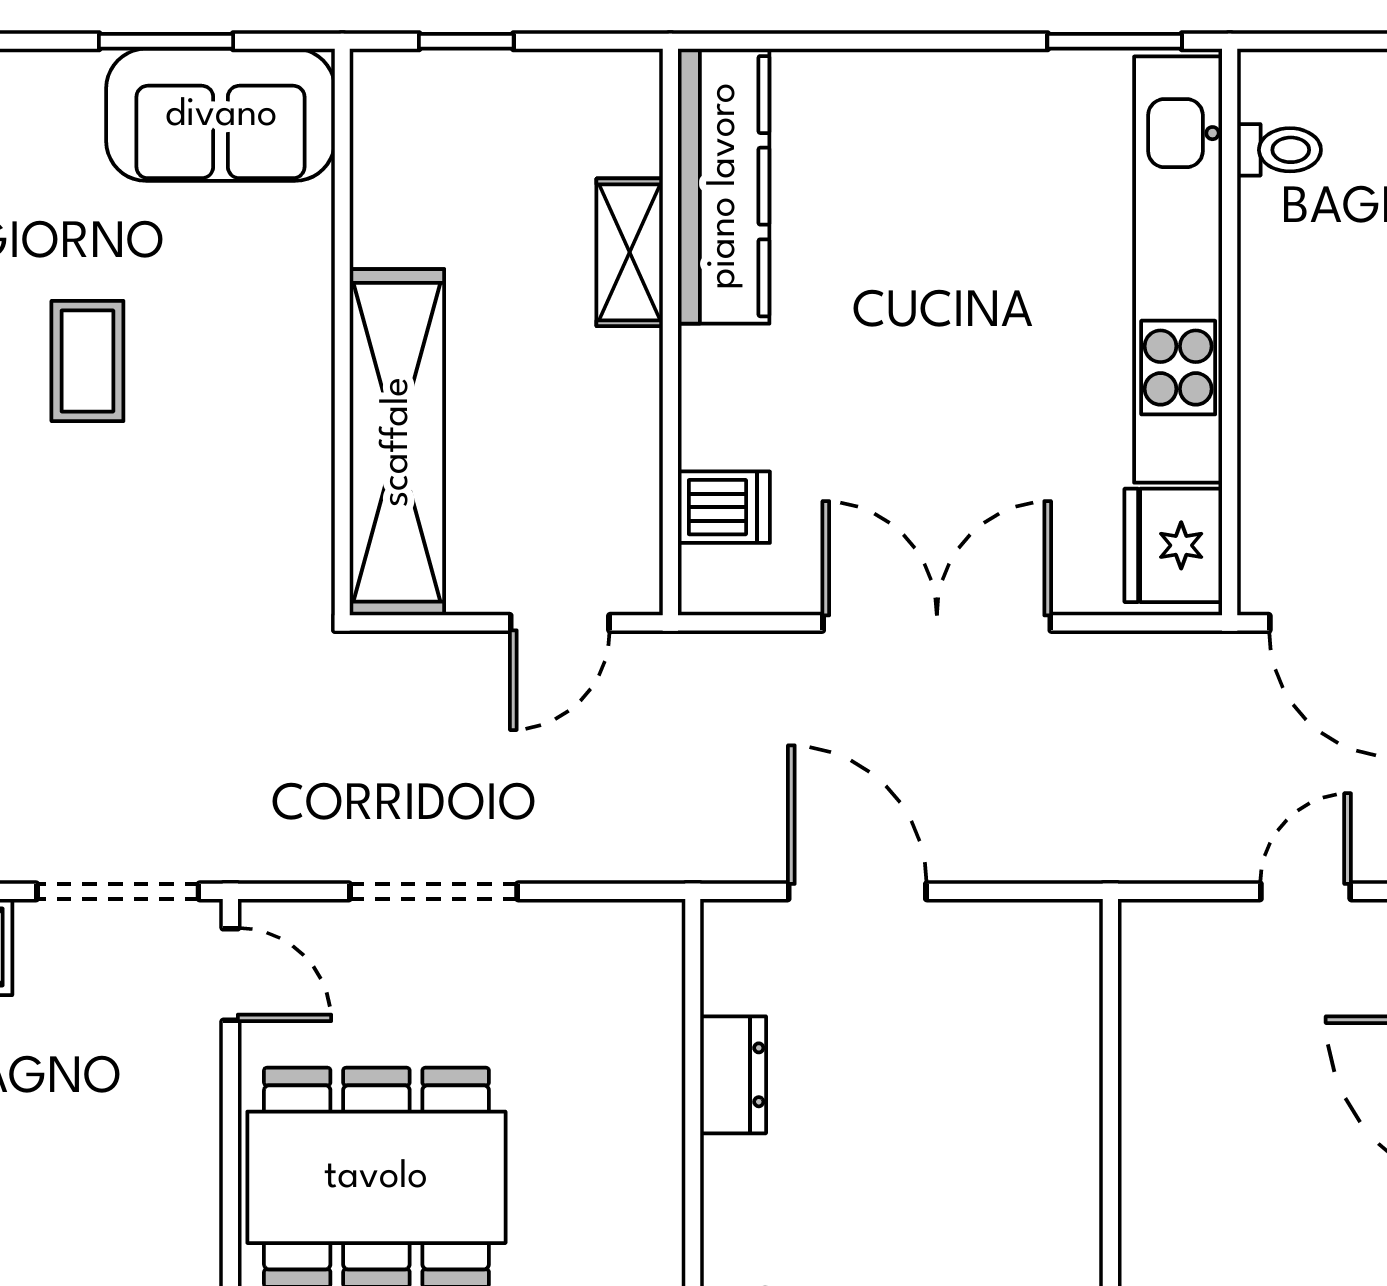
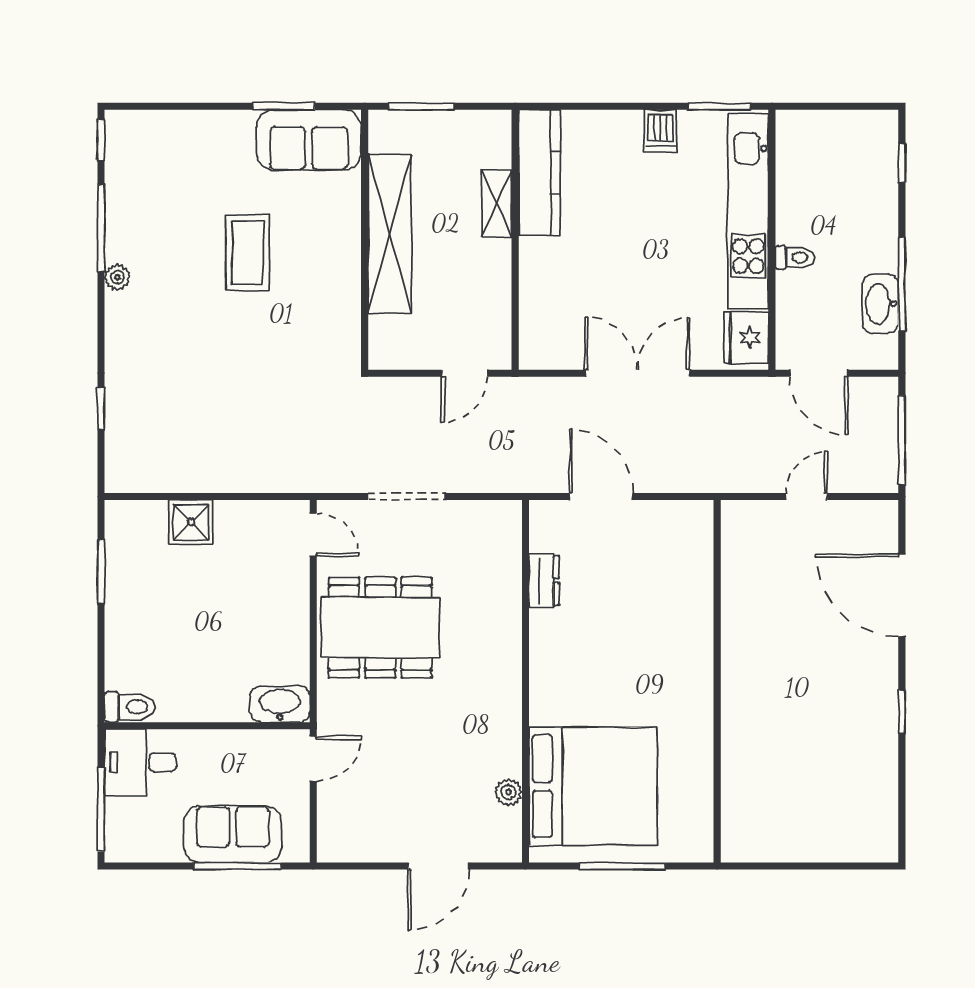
window: (466, 41) -> (422, 106), width x1.50
toilet: (1279, 150) -> (795, 257), moved
coffee table: (87, 361) -> (248, 253), width x1.36, depth x1.30
shelving: (397, 442) -> (390, 234), moved
dishwasher: (724, 507) -> (661, 131), moved, turned 90
doorway: (118, 891) -> (262, 496), removed

